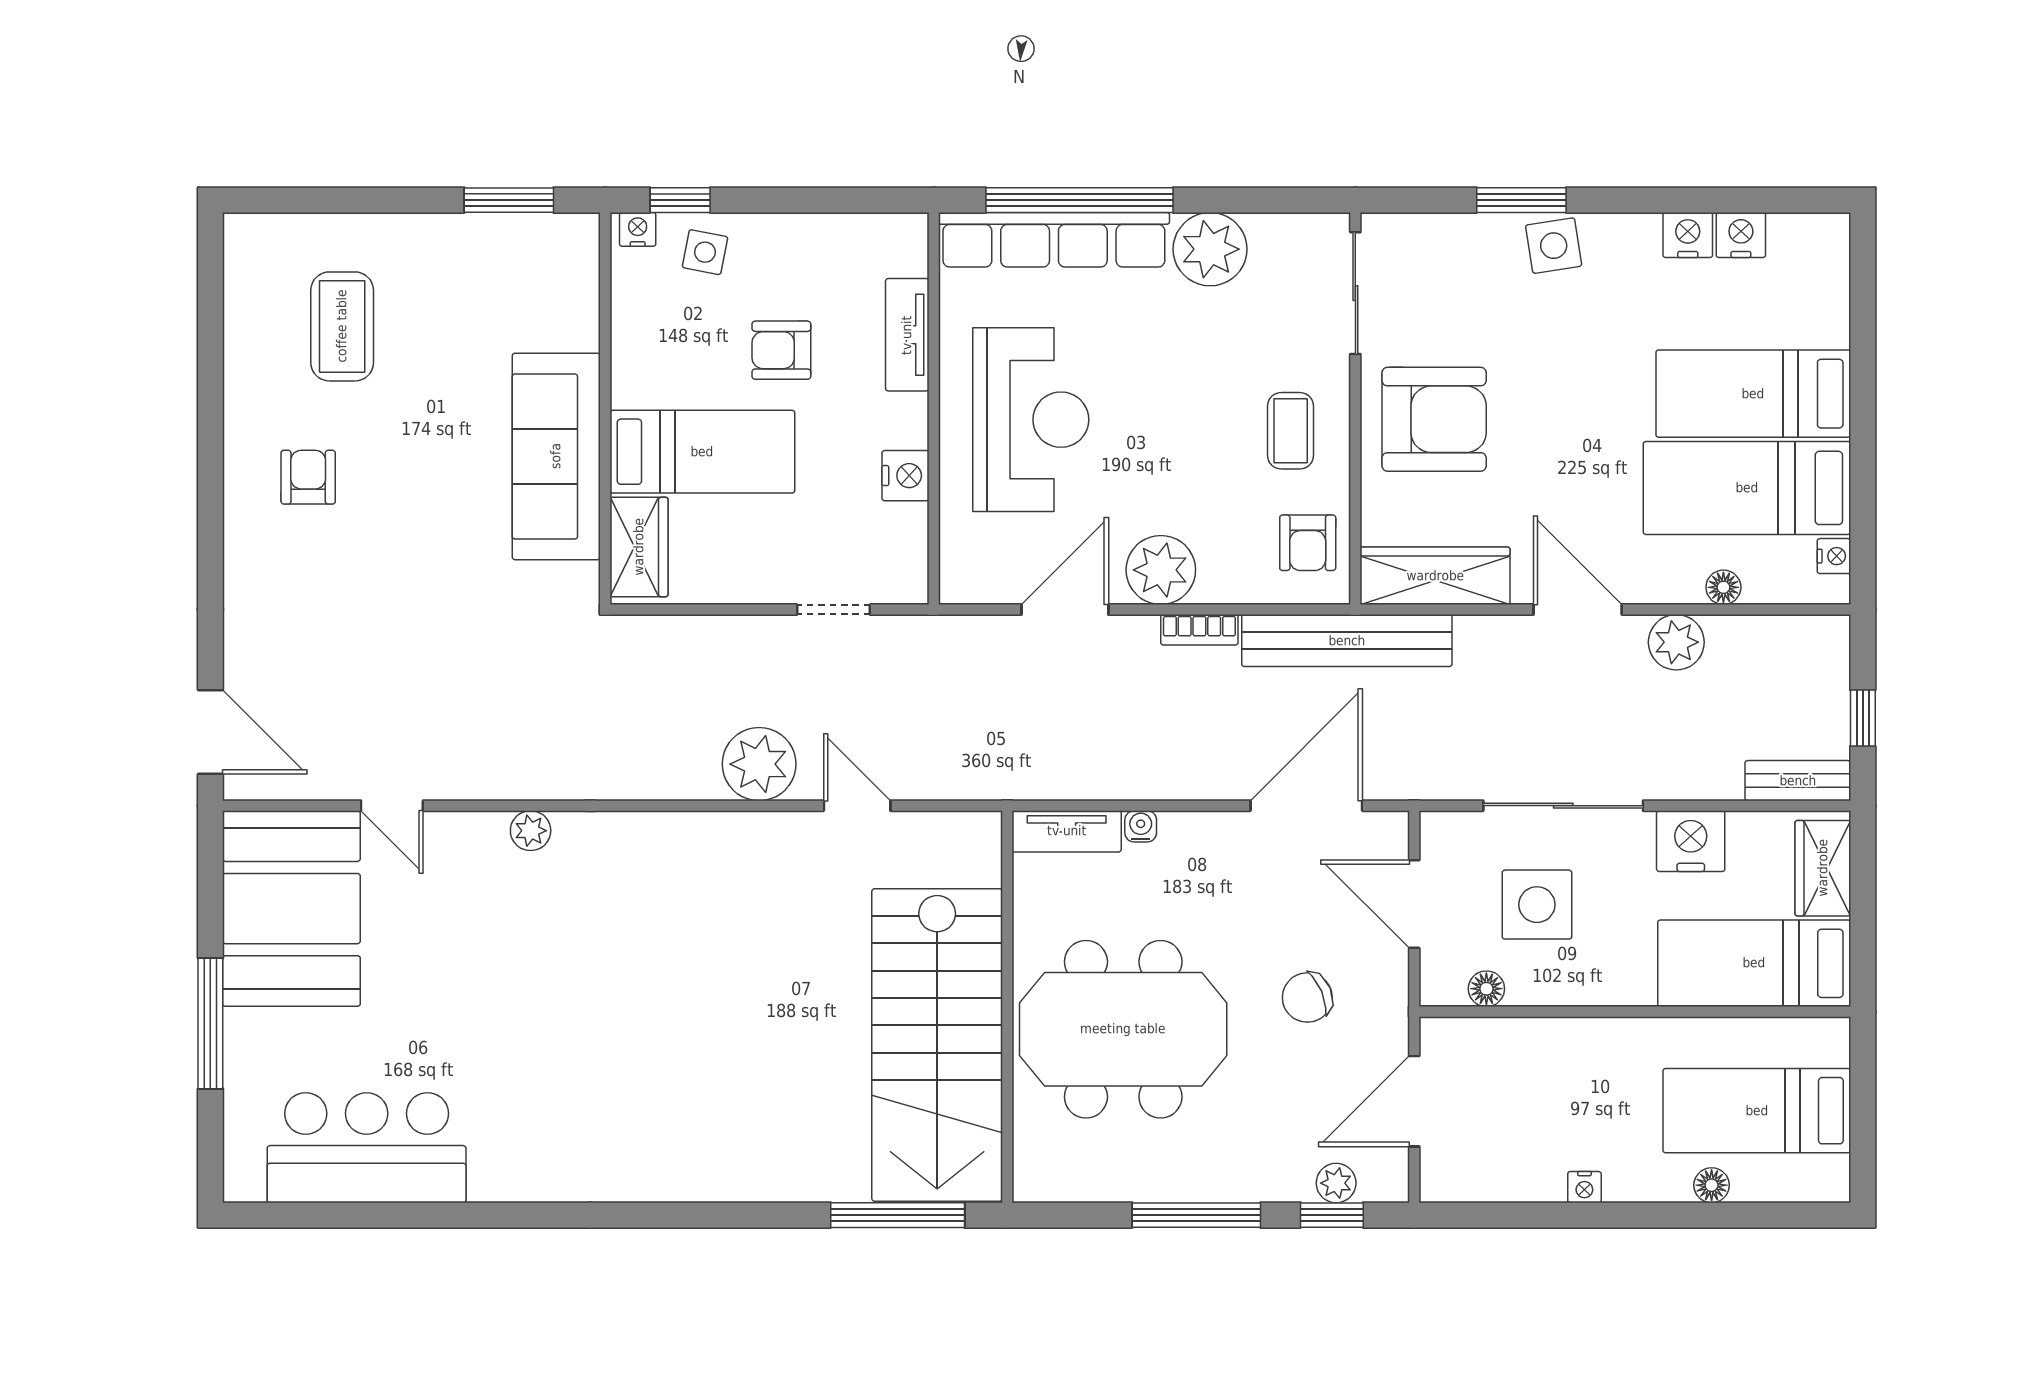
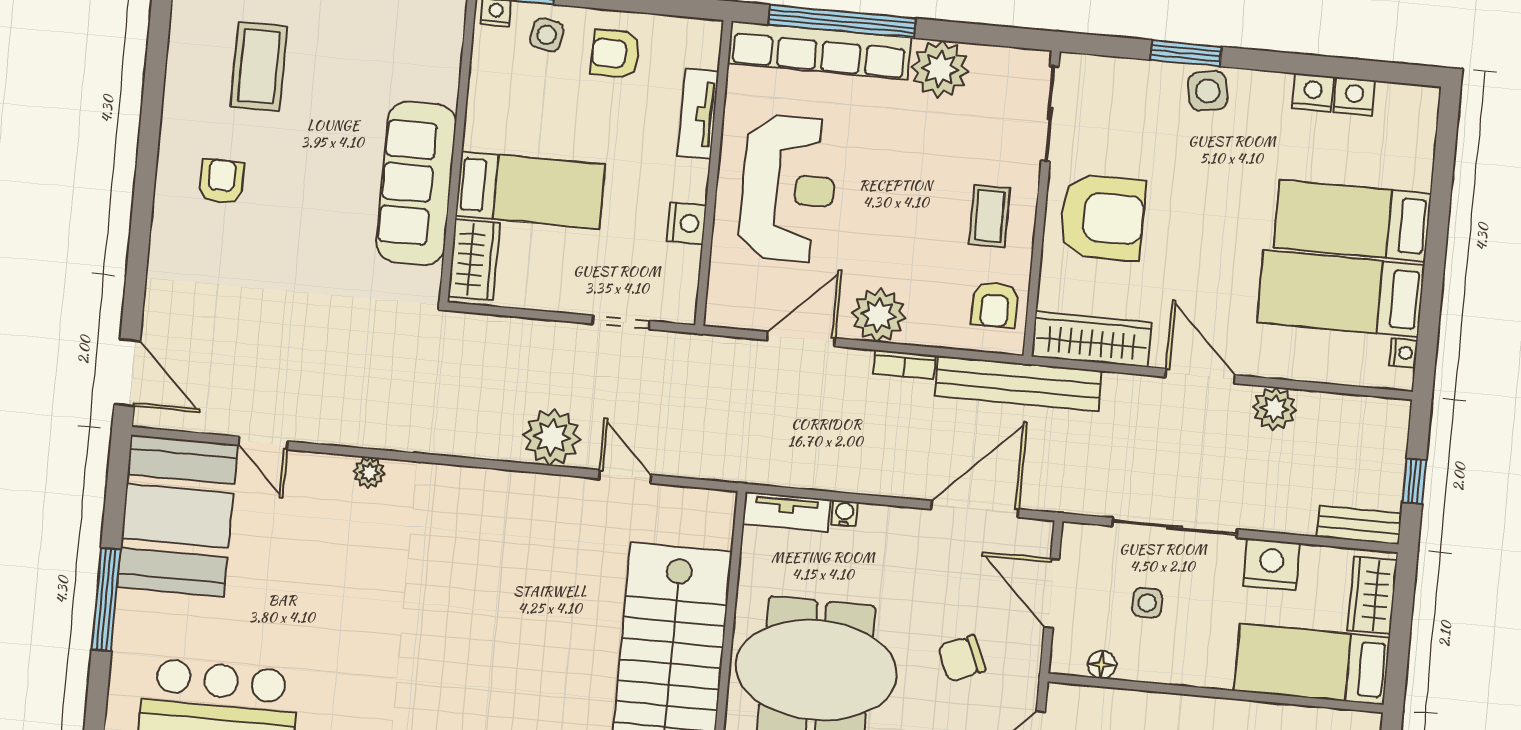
armchair: (781, 350) -> (615, 54), moved
floor lamp: (1723, 587) -> (1315, 369), removed
side table: (1537, 905) -> (1147, 603), width x0.54, depth x0.54

